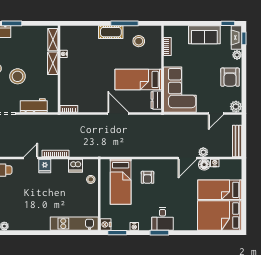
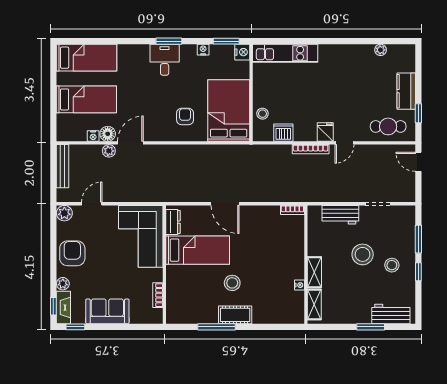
stool: (139, 41) -> (232, 283), moved
bed: (121, 182) -> (229, 110), width x1.50
bed: (220, 215) -> (87, 58), width x0.67

